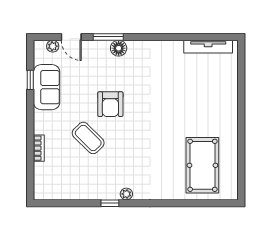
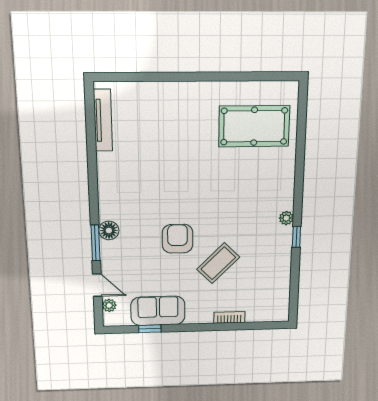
door: (71, 37) -> (97, 285), hinge flipped
armchair: (110, 104) -> (178, 239), turned -90

